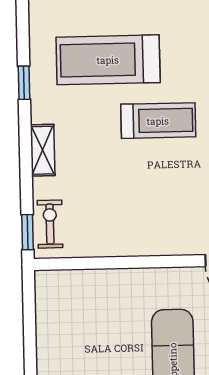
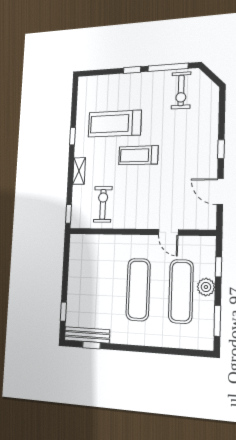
treadmill: (158, 121) -> (138, 155), turned 180
exercise bike: (50, 224) -> (103, 204), moved, width x1.38, depth x1.39

